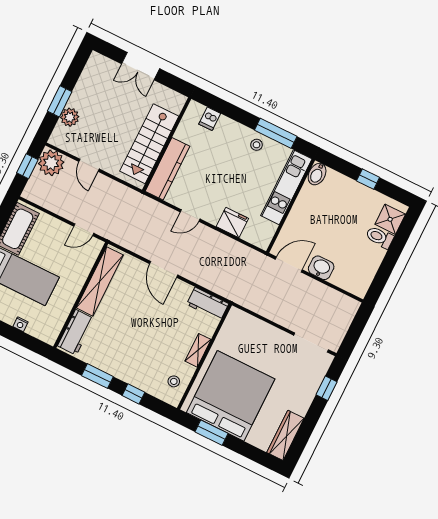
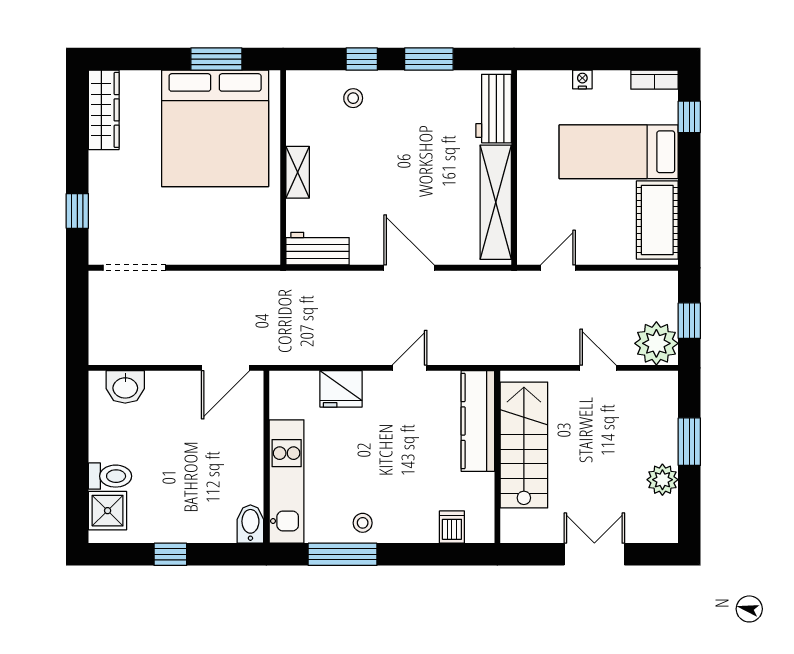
plant: (70, 117) -> (662, 480), moved
washbasin: (321, 268) -> (125, 387), moved
stool: (174, 381) -> (353, 98), moved

